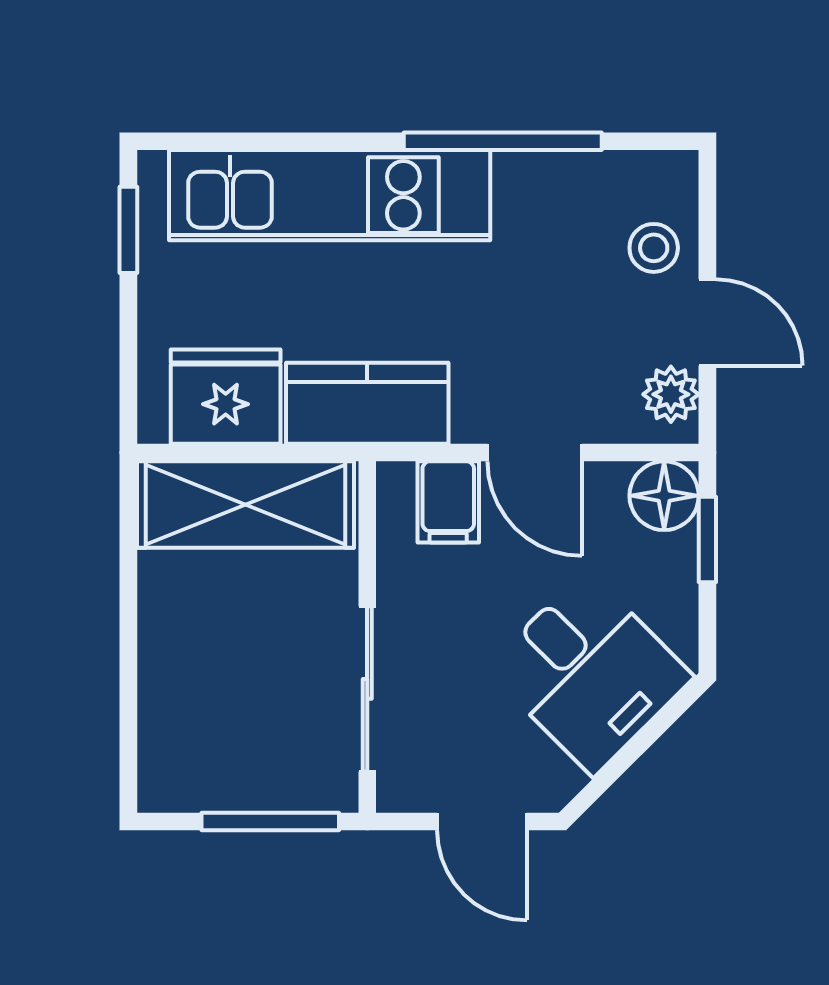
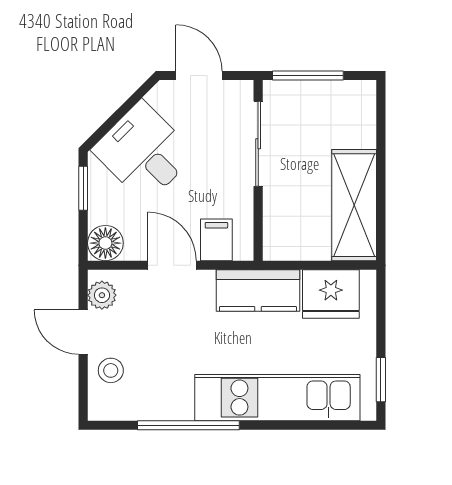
shelving: (246, 505) -> (354, 205), moved, turned 90
window: (707, 539) -> (83, 188), moved

